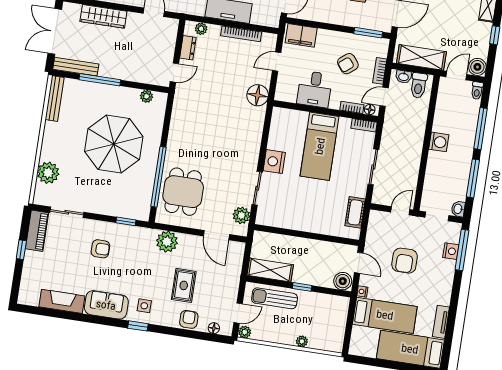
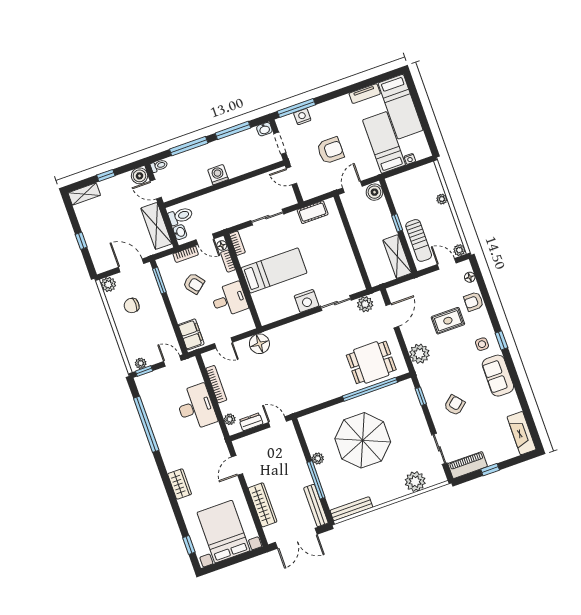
plant: (147, 96) -> (318, 458), moved
armchair: (100, 249) -> (455, 405), turned 50
nightstand: (362, 292) -> (410, 159), moved
fireplace: (62, 301) -> (522, 433), moved

